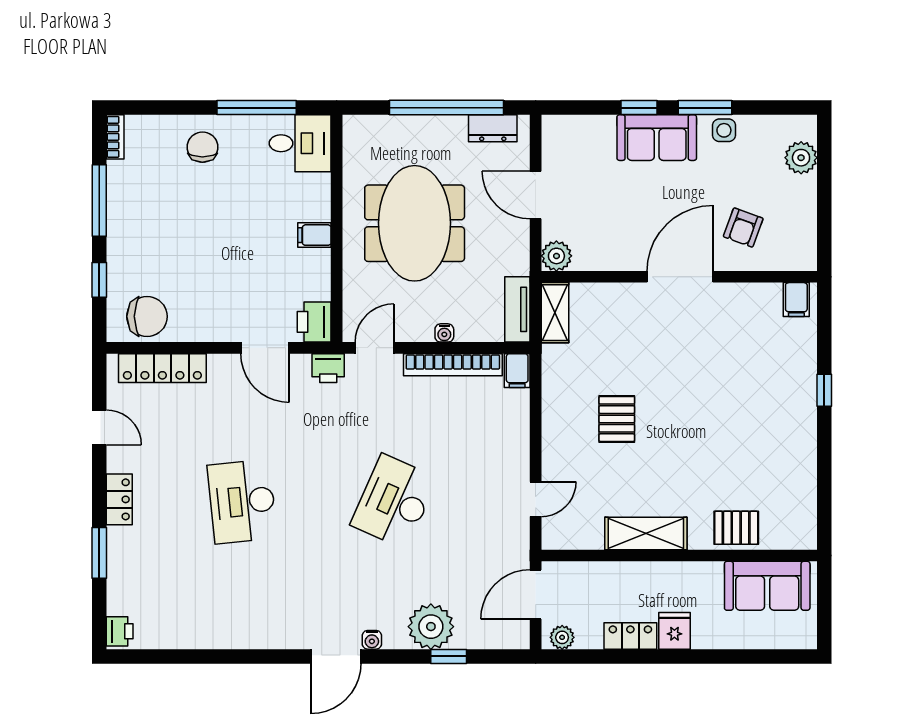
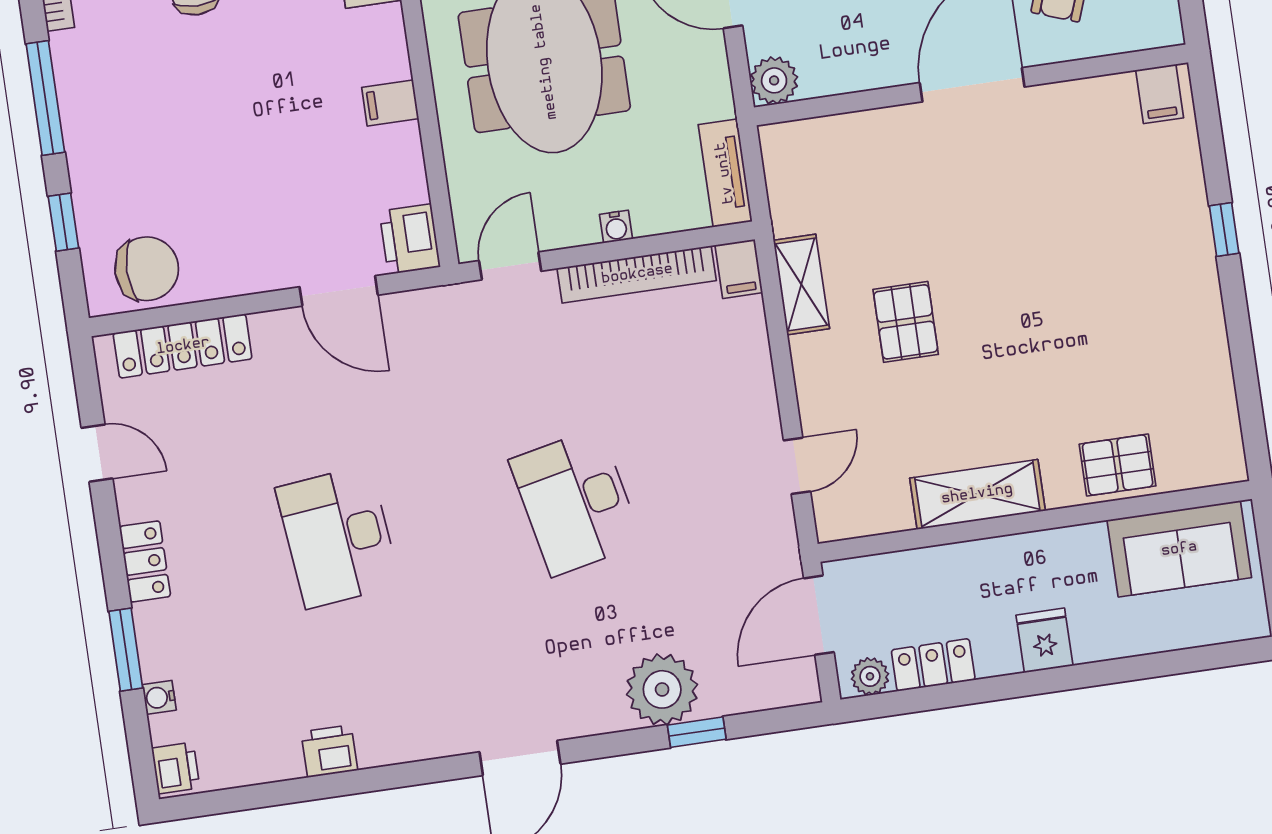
shelving: (555, 313) -> (801, 284), moved
printer: (328, 368) -> (329, 751), moved, turned 180
desk: (394, 501) -> (576, 502), turned -36
locker: (630, 636) -> (933, 665), moved
water cooler: (372, 640) -> (159, 697), moved, turned 90

